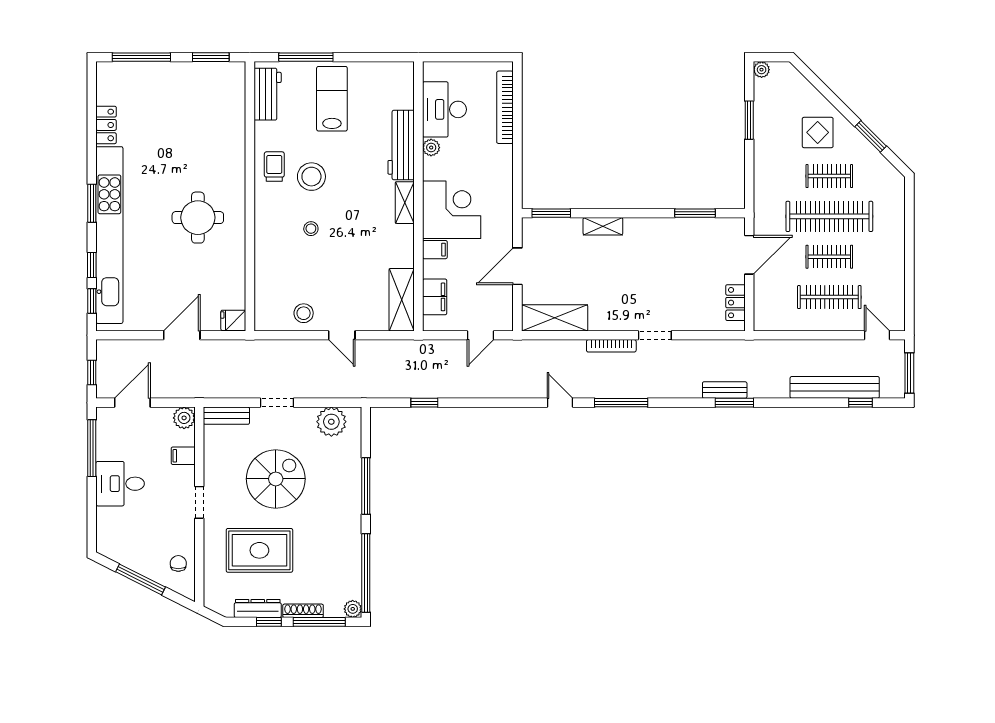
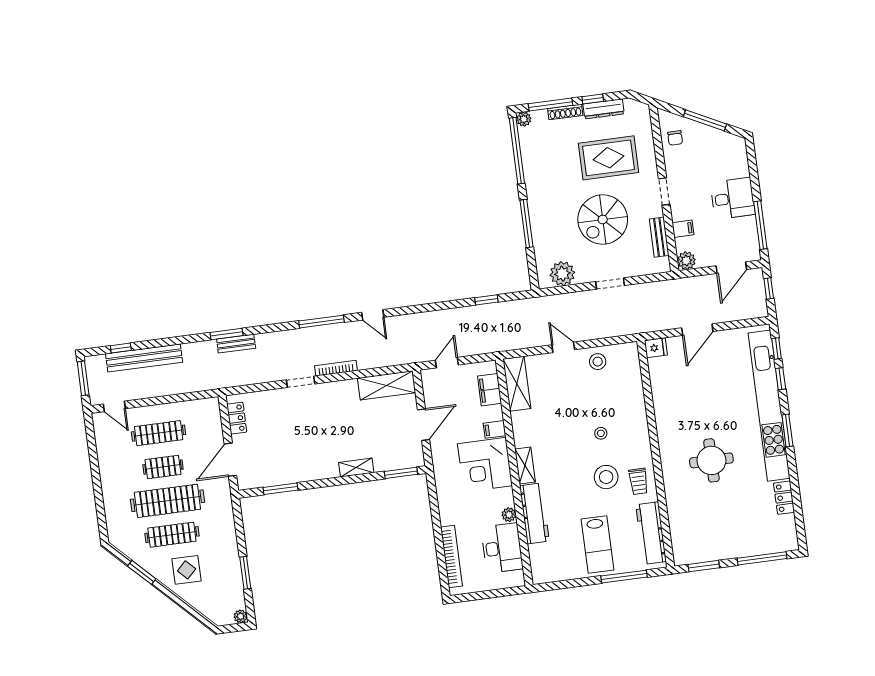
workbench: (268, 94) -> (651, 533), width x1.37
clothes rail: (829, 176) -> (172, 535), width x1.36
round table: (198, 218) -> (711, 460), moved
bench: (226, 416) -> (659, 237), moved, turned 90

